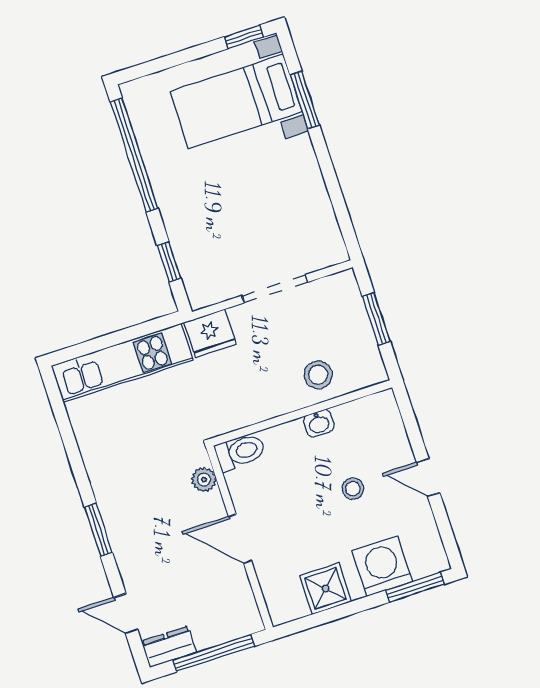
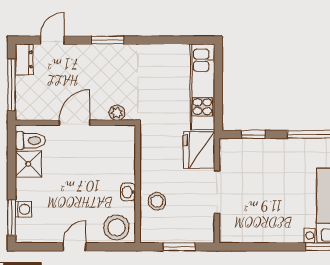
fridge: (210, 333) -> (199, 150), width x1.36, depth x1.34
toilet: (240, 452) -> (30, 141), moved, turned -90
stool: (353, 489) -> (116, 228), moved, width x1.89, depth x1.89
washing machine: (382, 566) -> (23, 209), width x0.53, depth x0.53

